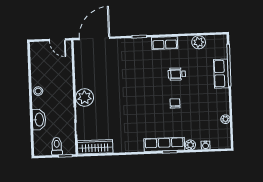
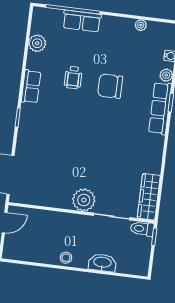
chair: (175, 103) -> (110, 86), width x1.87, depth x1.87
toilet: (57, 146) -> (142, 229), moved

